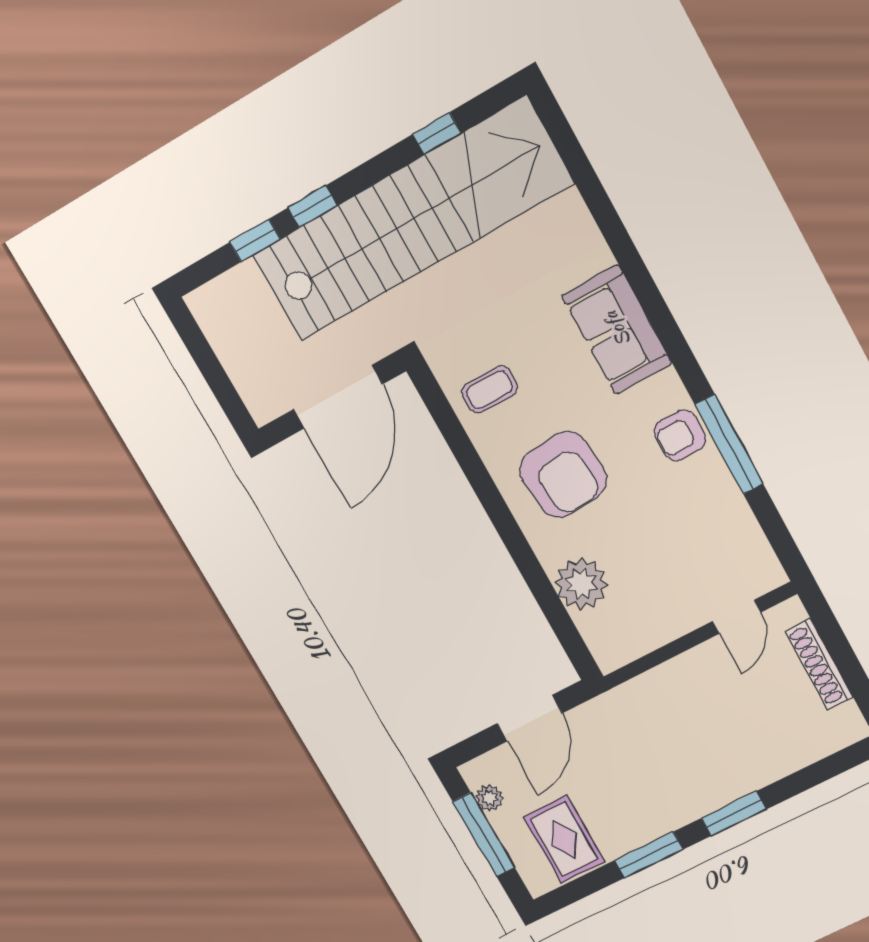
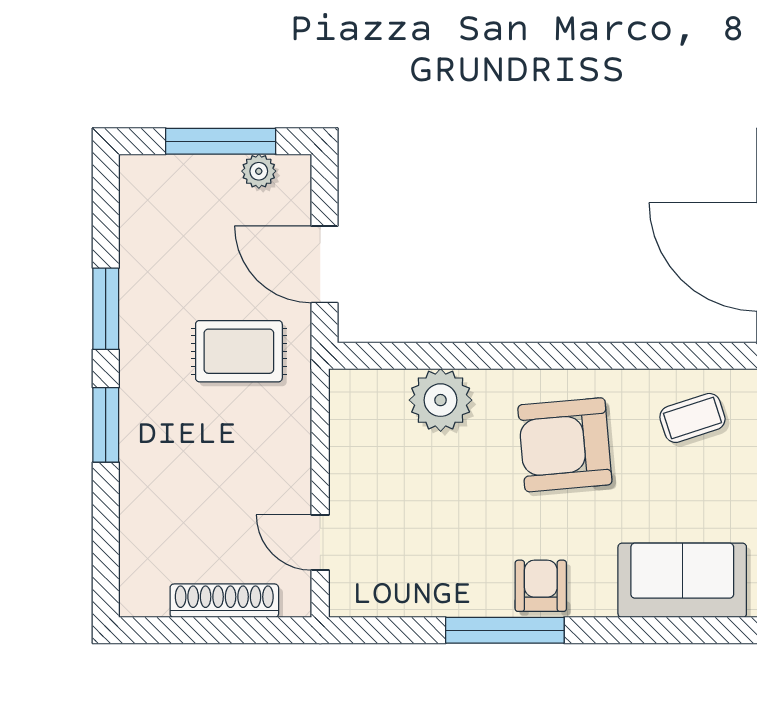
coffee table: (490, 390) -> (692, 418), turned 72
rug: (564, 839) -> (239, 351), moved

